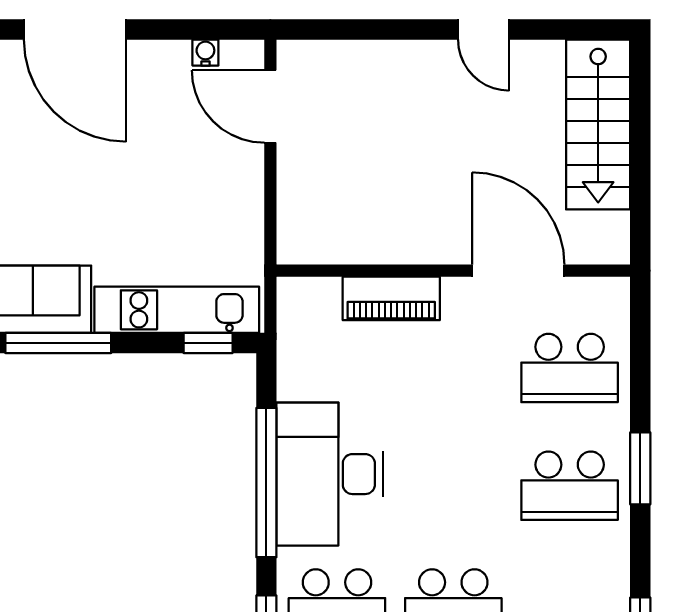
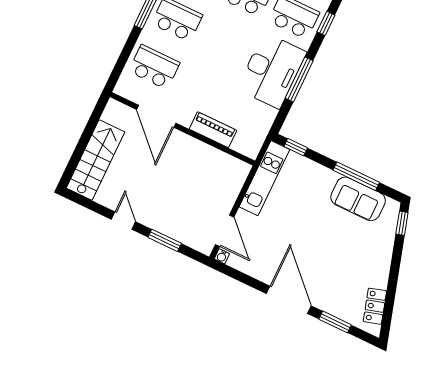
window: (382, 29) -> (165, 240), added
water cooler: (205, 53) -> (222, 256), moved
kitchen unit: (177, 310) -> (264, 178), moved, turned -90
window: (266, 483) -> (299, 79), width x0.68

